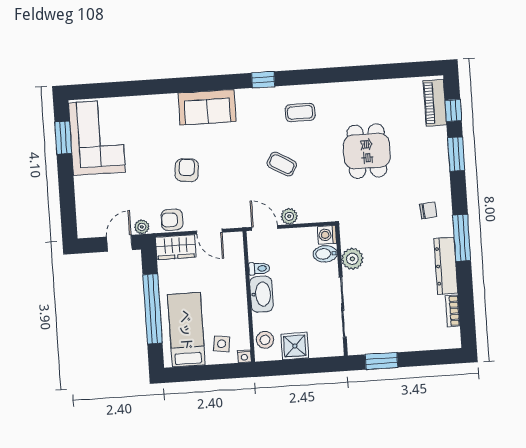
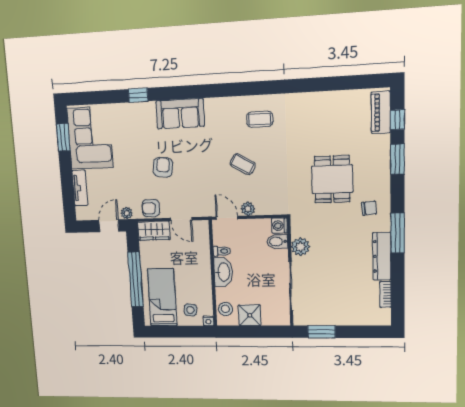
window: (263, 80) -> (138, 95), moved
dining table: (367, 151) -> (332, 179), moved
tv unit: (83, 198) -> (80, 188), added

